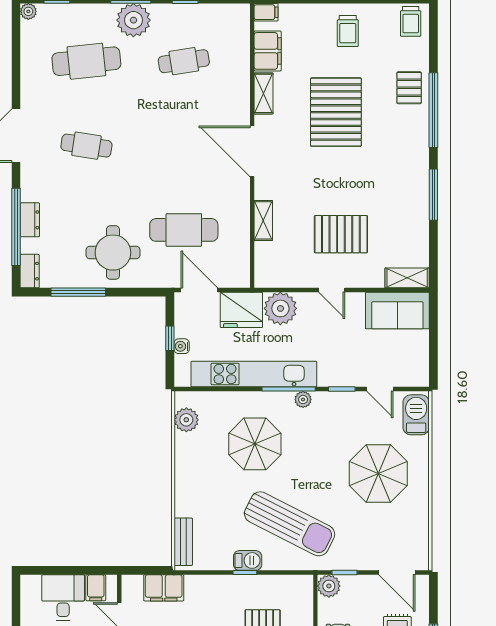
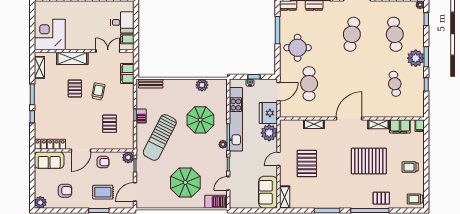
cafe table: (86, 146) -> (352, 34), width x1.37, depth x1.35
plant: (186, 420) -> (202, 85), moved

